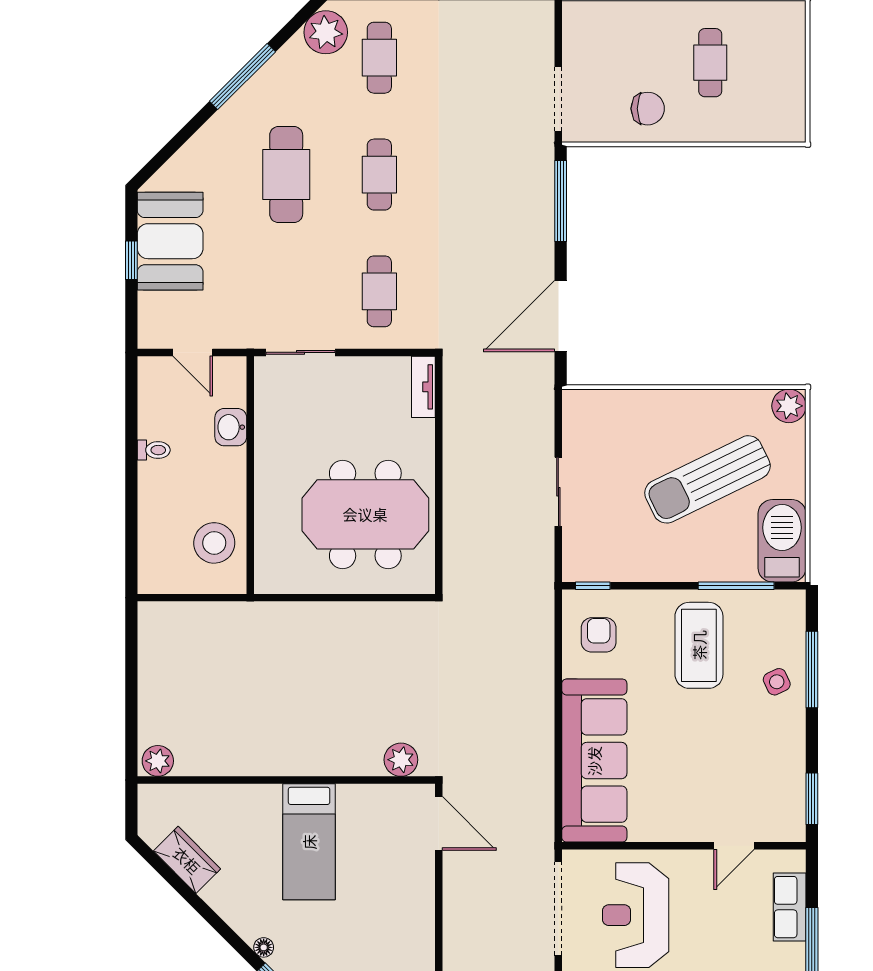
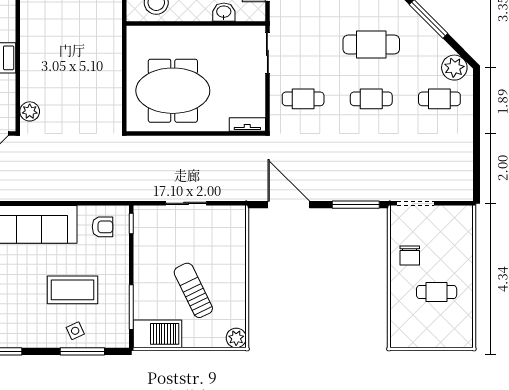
sun lounger: (707, 479) -> (193, 290), width x0.73, depth x0.75
meeting table: (365, 514) -> (173, 91), turned 90
coffee table: (699, 645) -> (73, 290), moved

